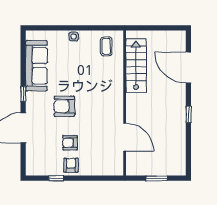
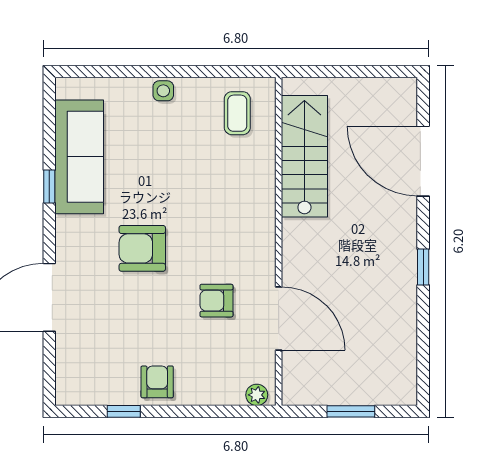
window: (23, 94) -> (49, 187), moved
armchair: (70, 143) -> (216, 301), moved
plant: (115, 171) -> (257, 395), added

